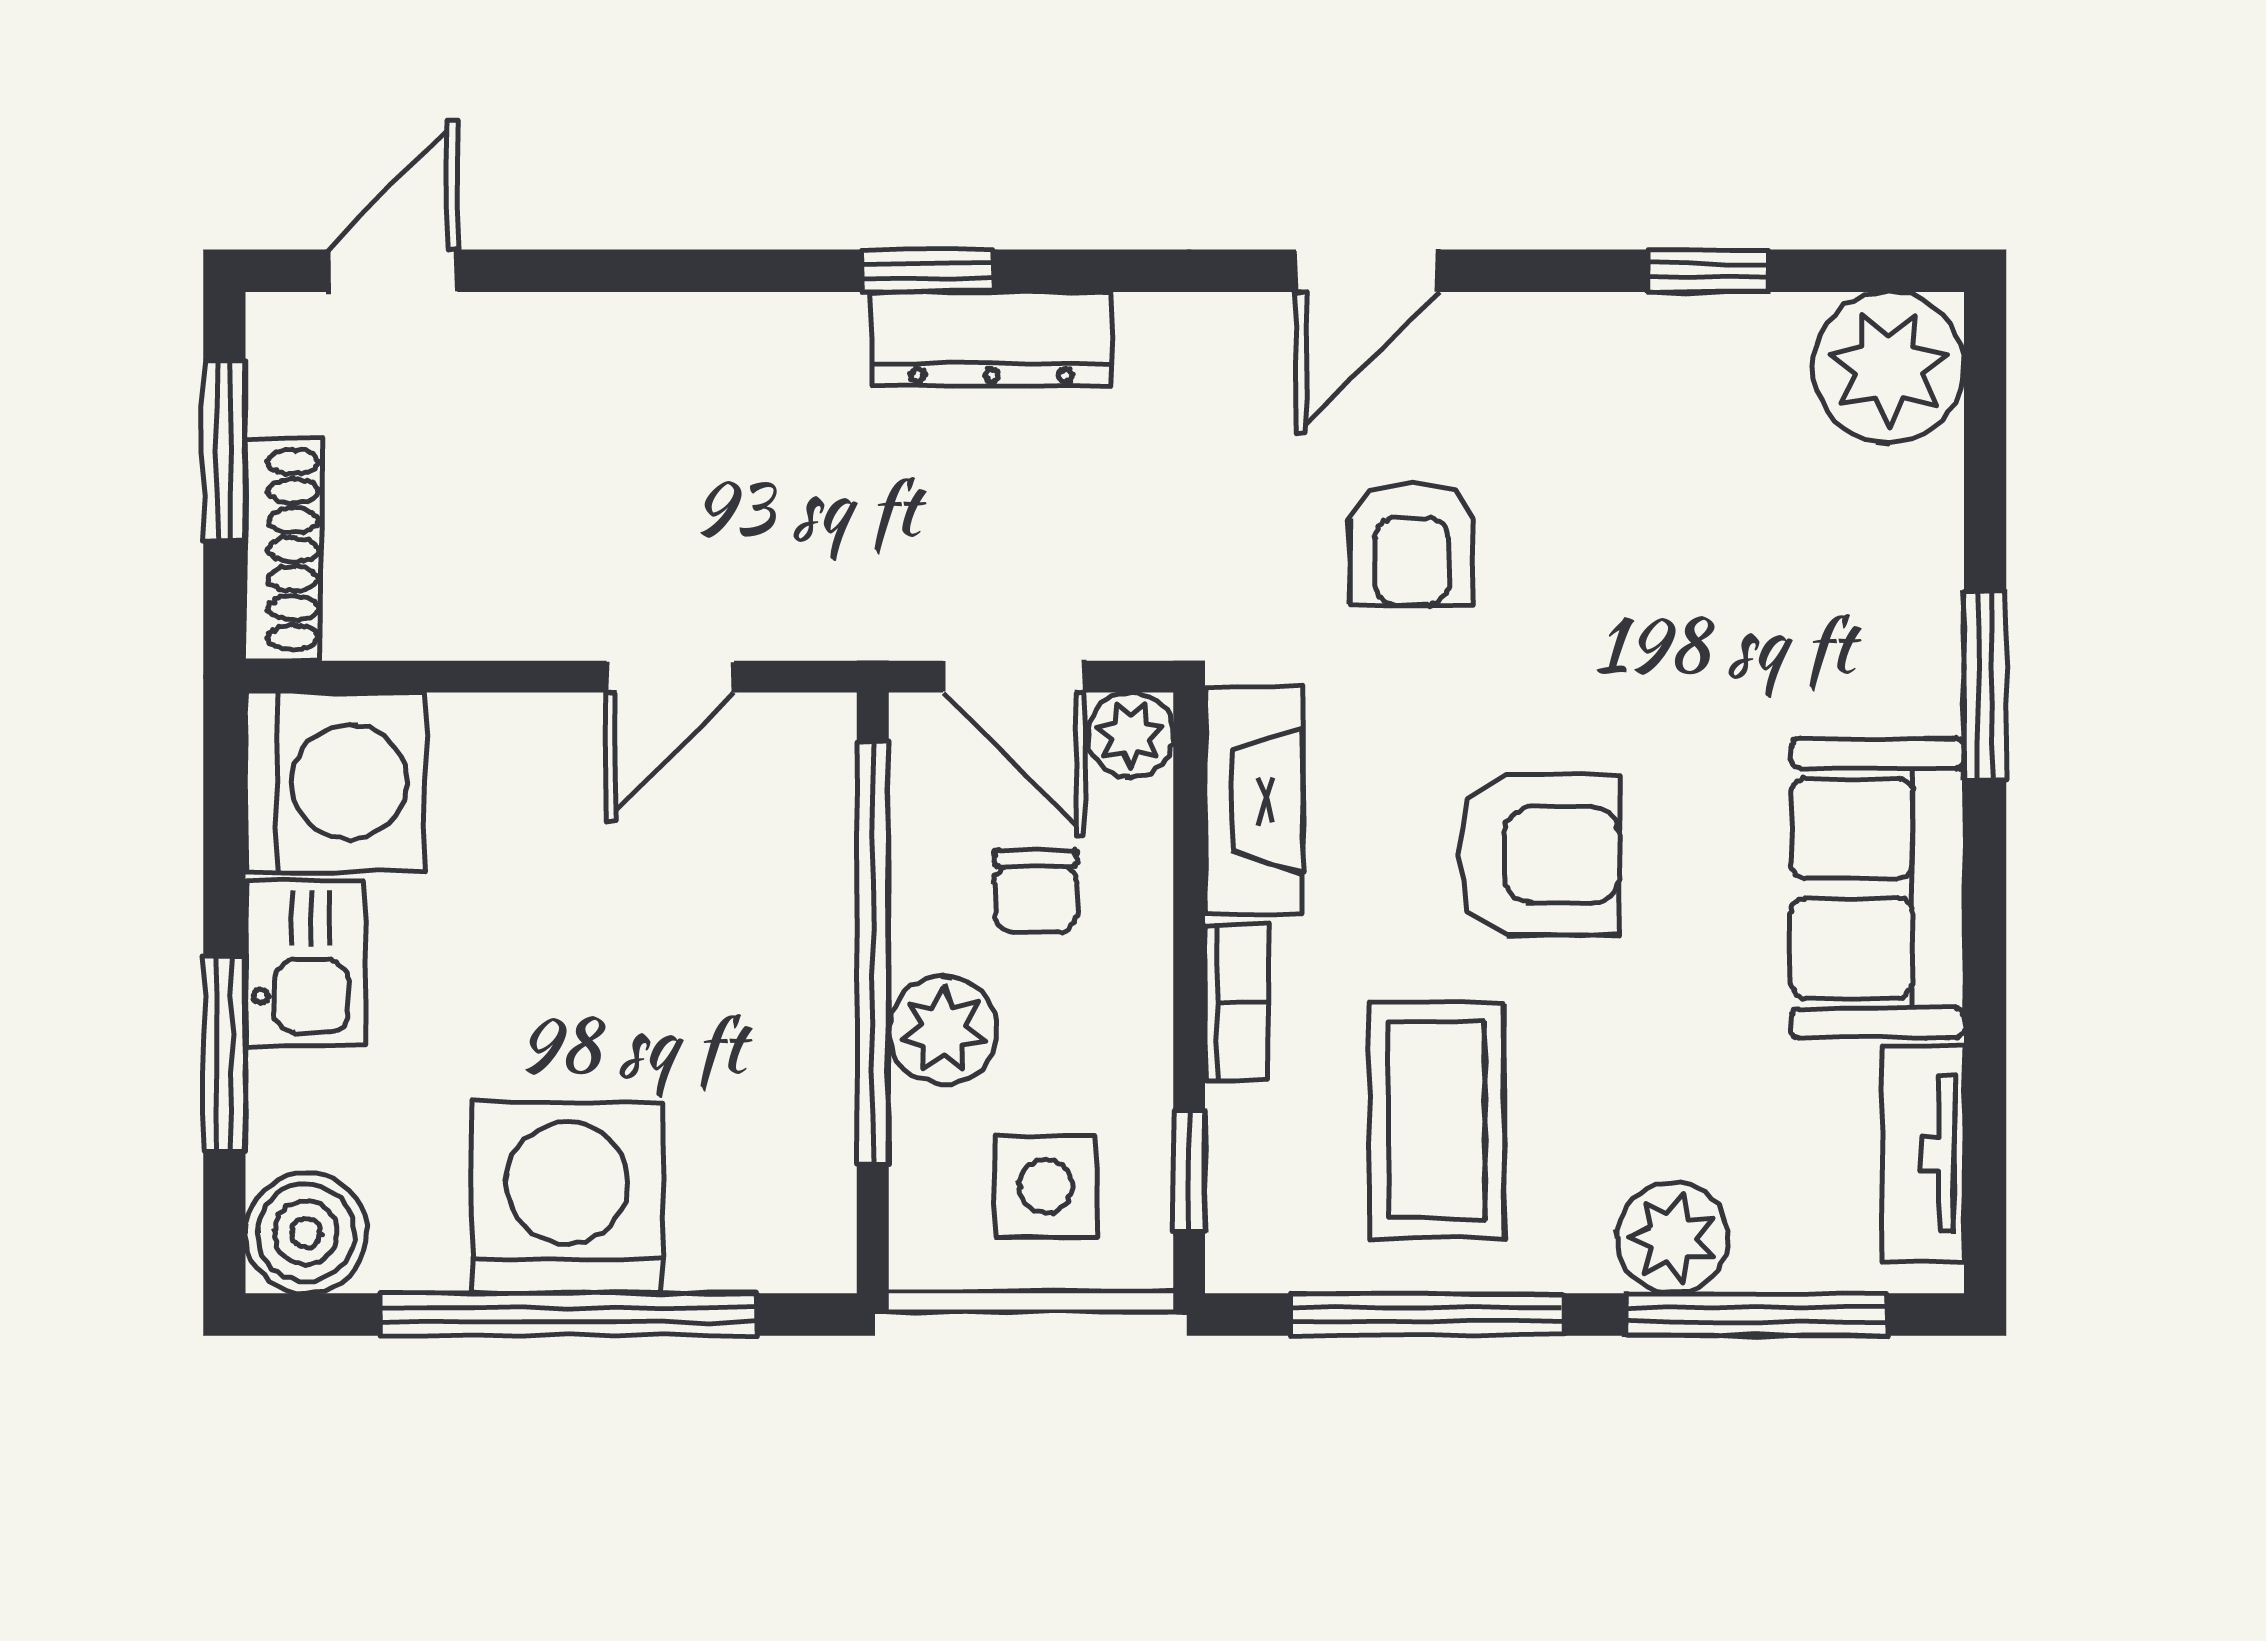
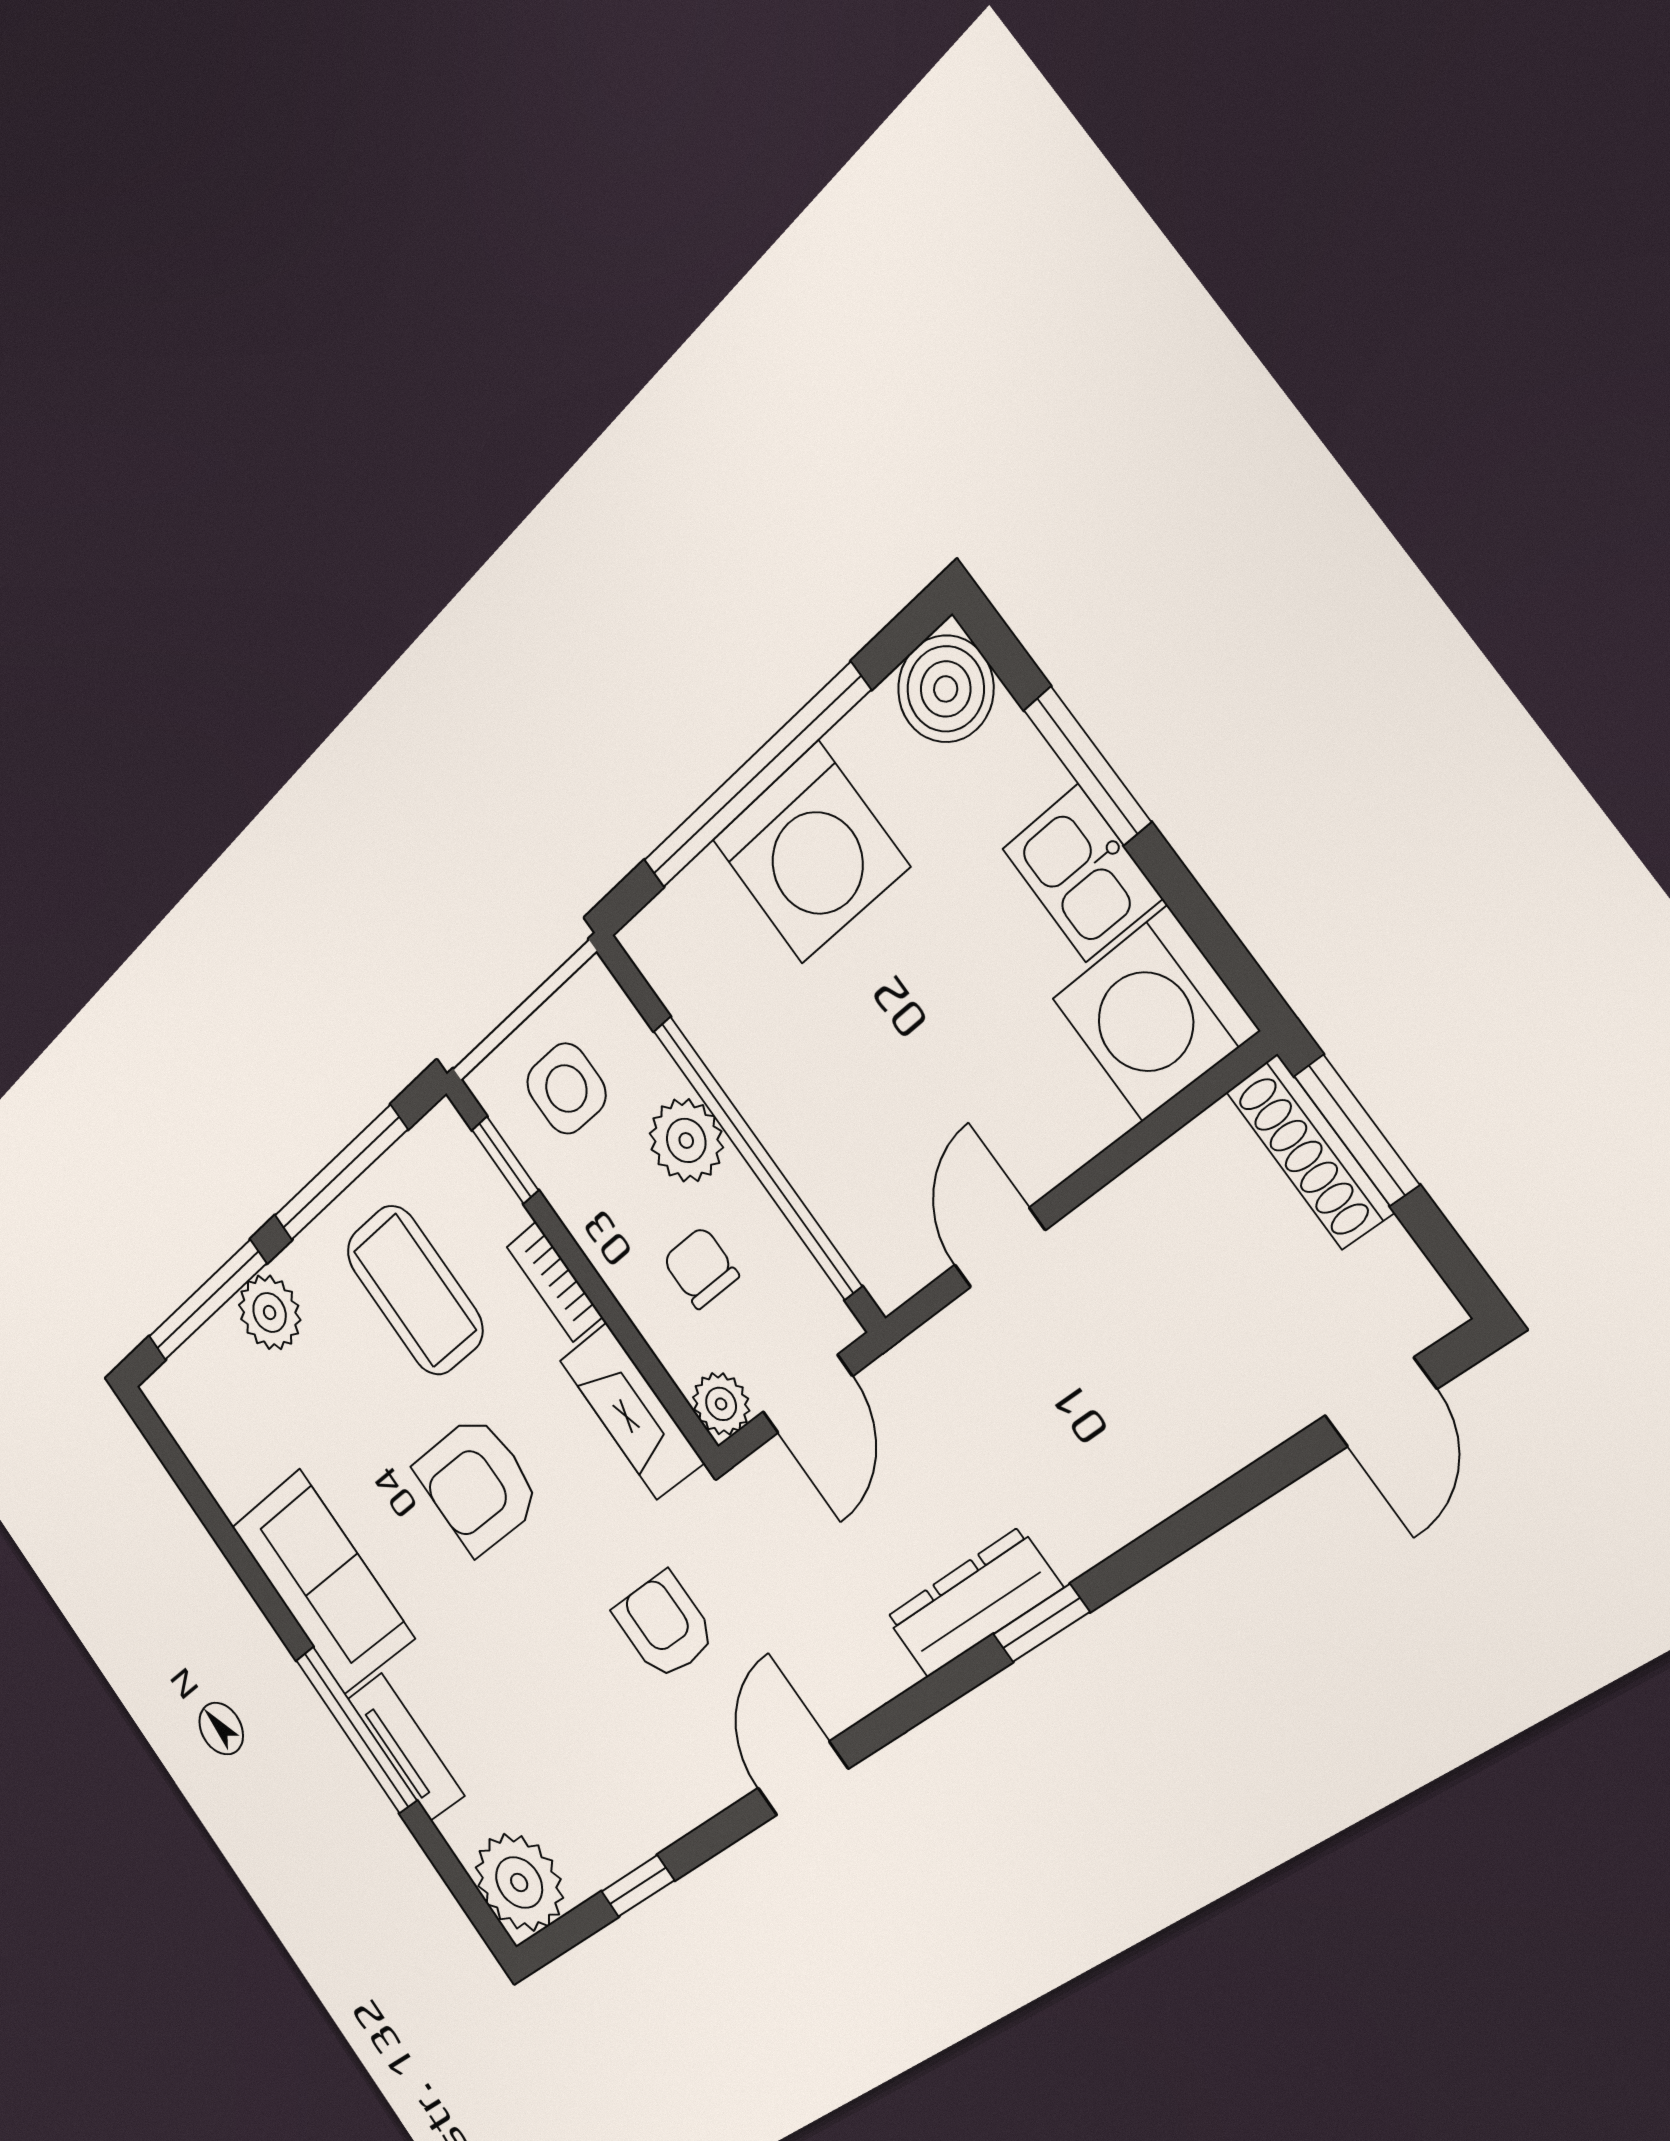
window: (224, 451) -> (1357, 1130), moved
door: (1014, 677) -> (807, 1394), swing flipped
window: (1985, 686) -> (356, 1730), width x1.44
tv unit: (1923, 1154) -> (406, 1747), moved

